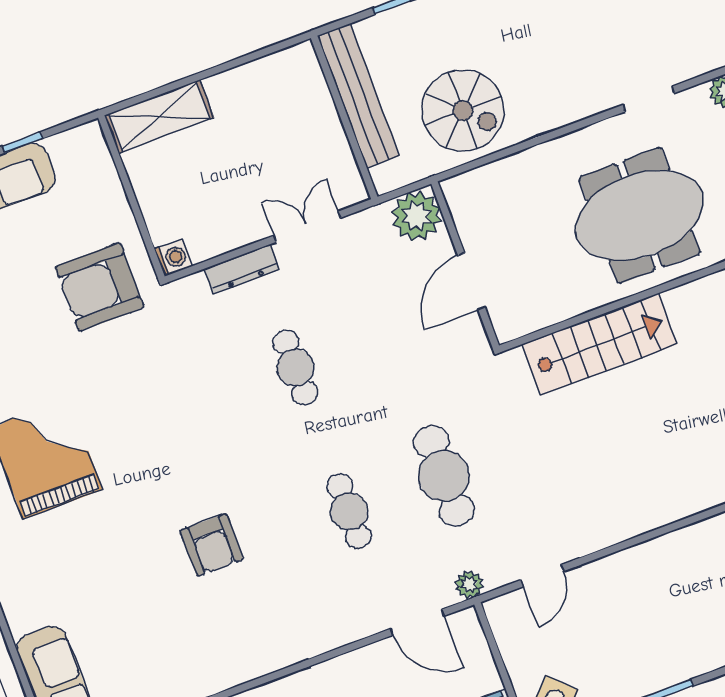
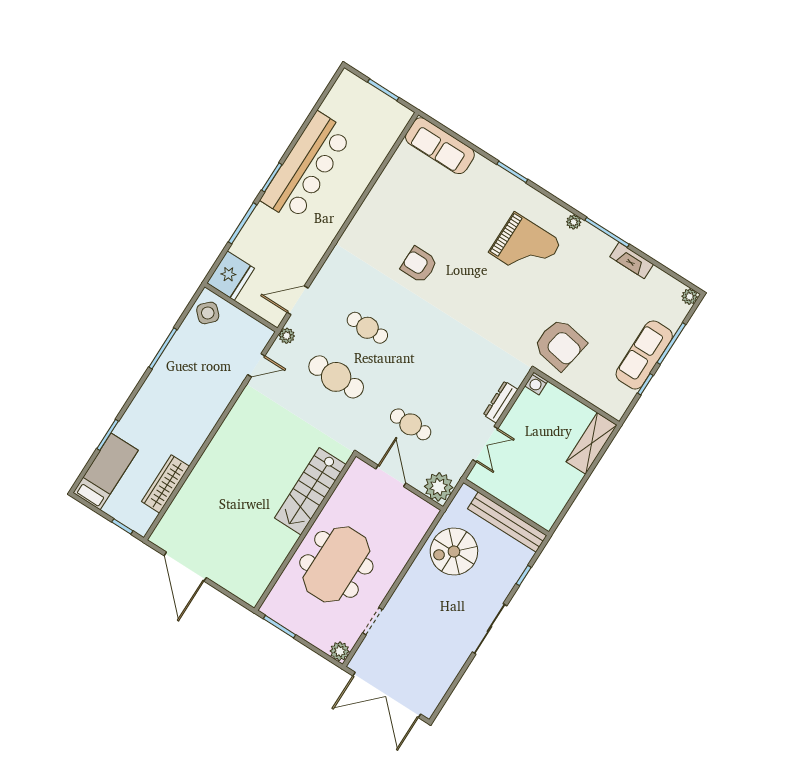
armchair: (99, 287) -> (560, 344), turned 100
cafe table: (295, 368) -> (411, 424), moved
door: (542, 576) -> (256, 365), swing flipped

